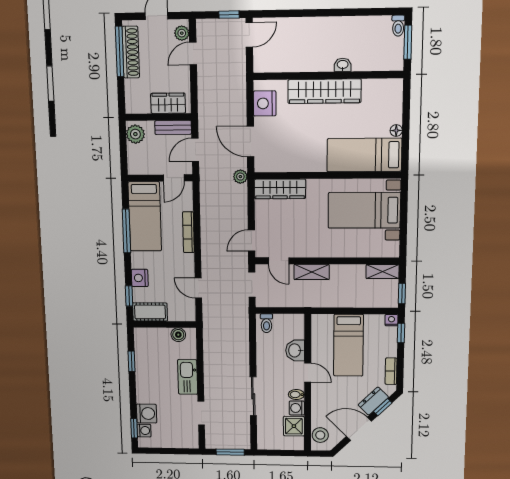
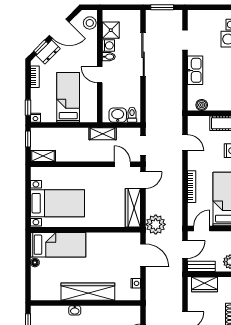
nightstand: (265, 103) -> (136, 283), width x0.53, depth x0.56
plant: (240, 177) -> (156, 224), width x1.88, depth x1.88
wardrobe: (280, 189) -> (133, 208), moved, turned -90
shelving: (312, 272) -> (103, 134), moved
washbasin: (295, 350) -> (118, 115), moved, turned -90
sliding door: (253, 396) -> (143, 55), width x1.37

